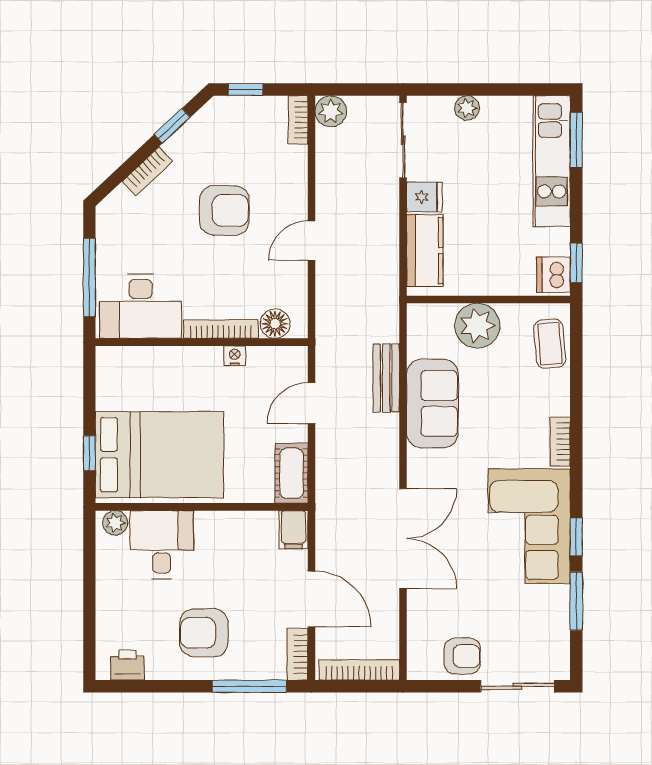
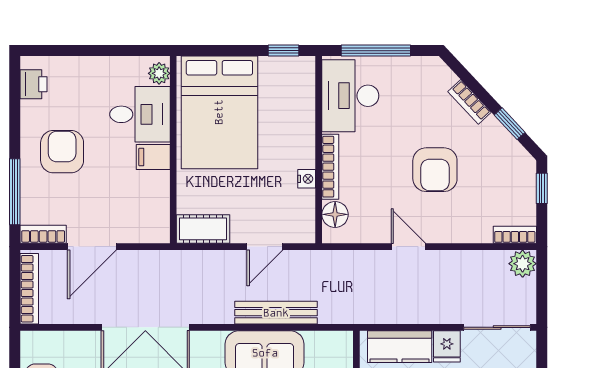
bench: (386, 378) -> (276, 313), width x1.36
door: (311, 403) -> (265, 247), swing flipped
window: (89, 453) -> (284, 51), moved
filing cabinet: (293, 530) -> (153, 157), moved

